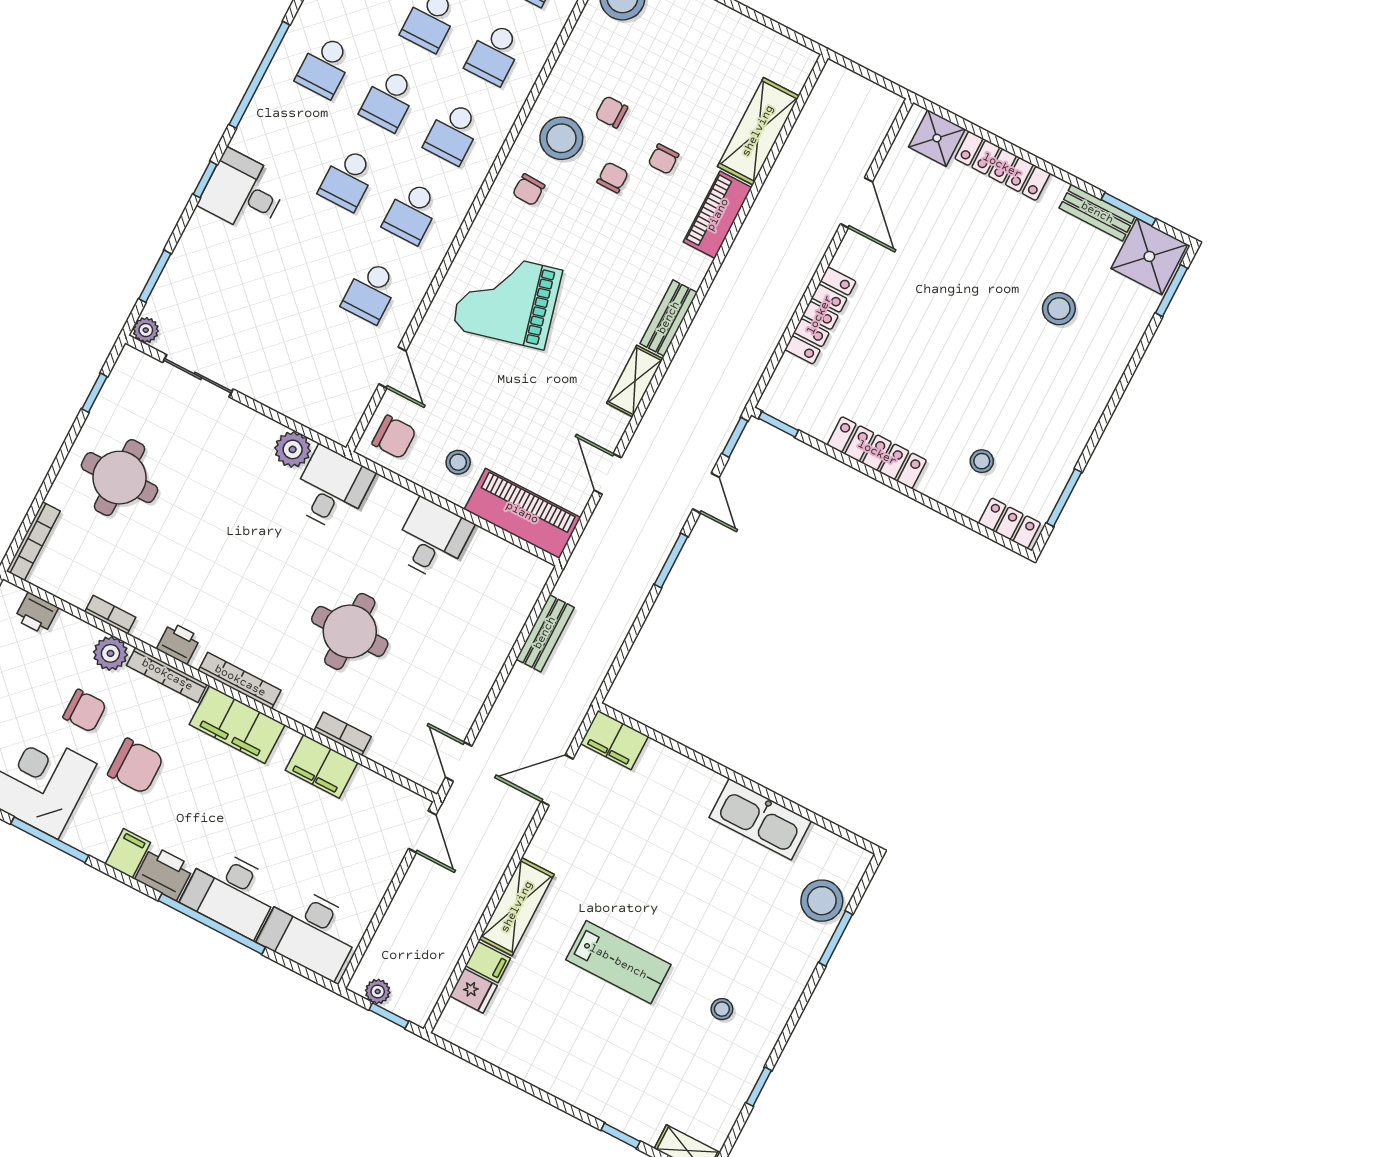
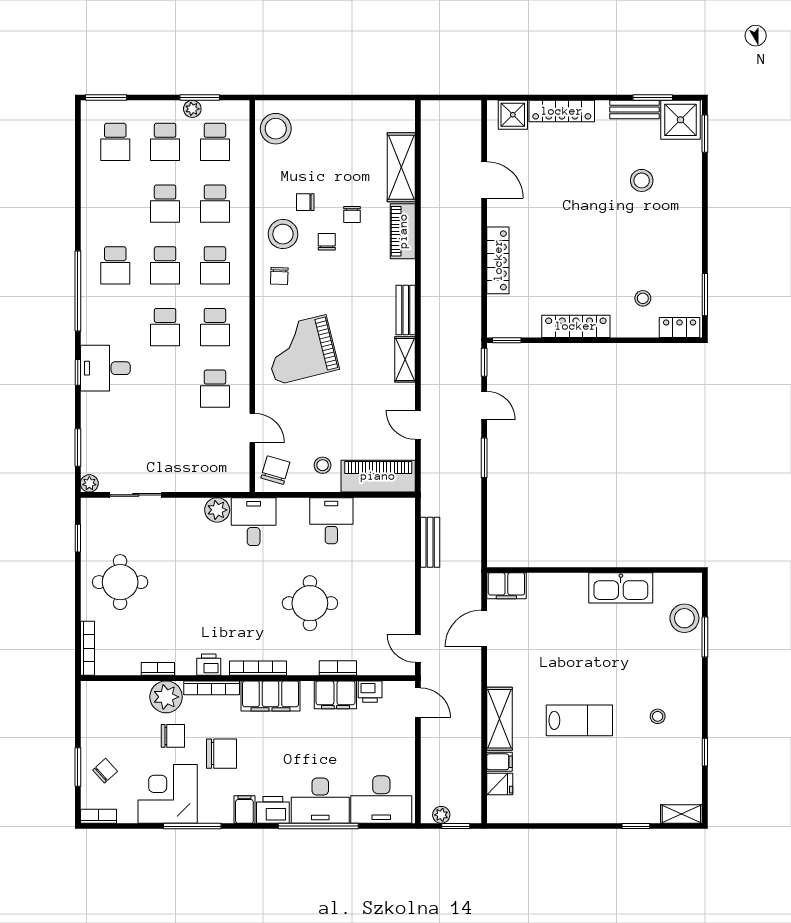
chair: (394, 437) -> (275, 470), turned -74
printer: (36, 613) -> (370, 692), moved
plant: (110, 653) -> (166, 697), width x1.36, depth x1.36

